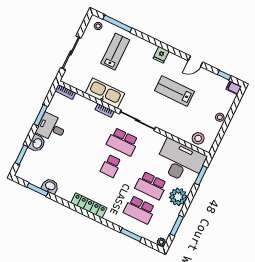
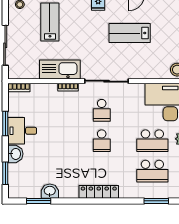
school desk: (123, 142) -> (102, 110), width x0.54

